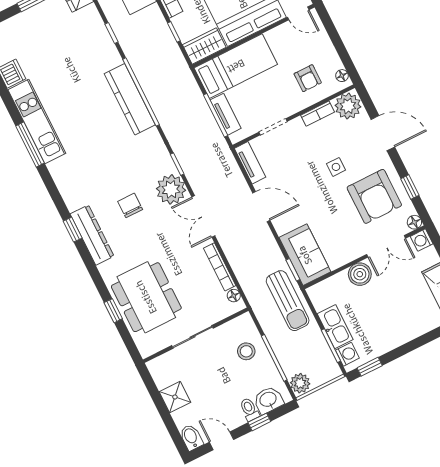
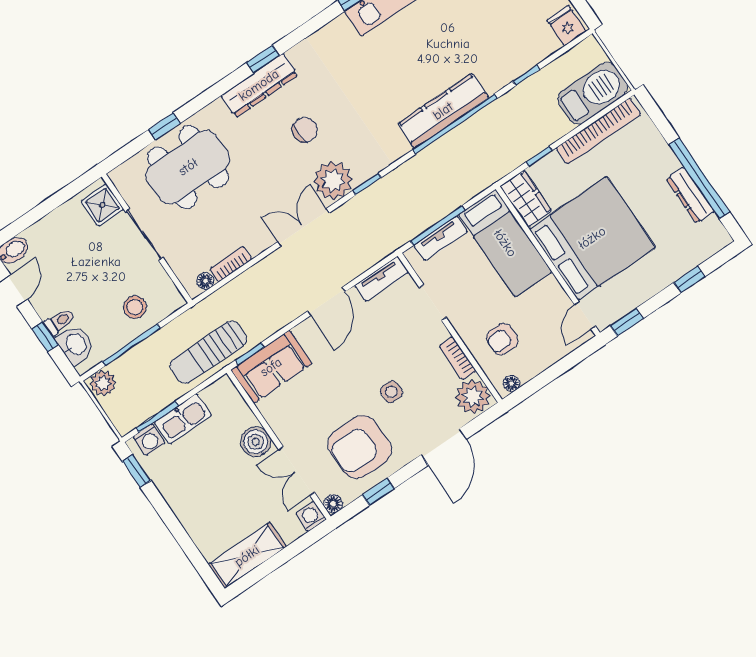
bookcase: (220, 267) -> (231, 264), width x0.64
shower: (175, 397) -> (102, 205), moved

